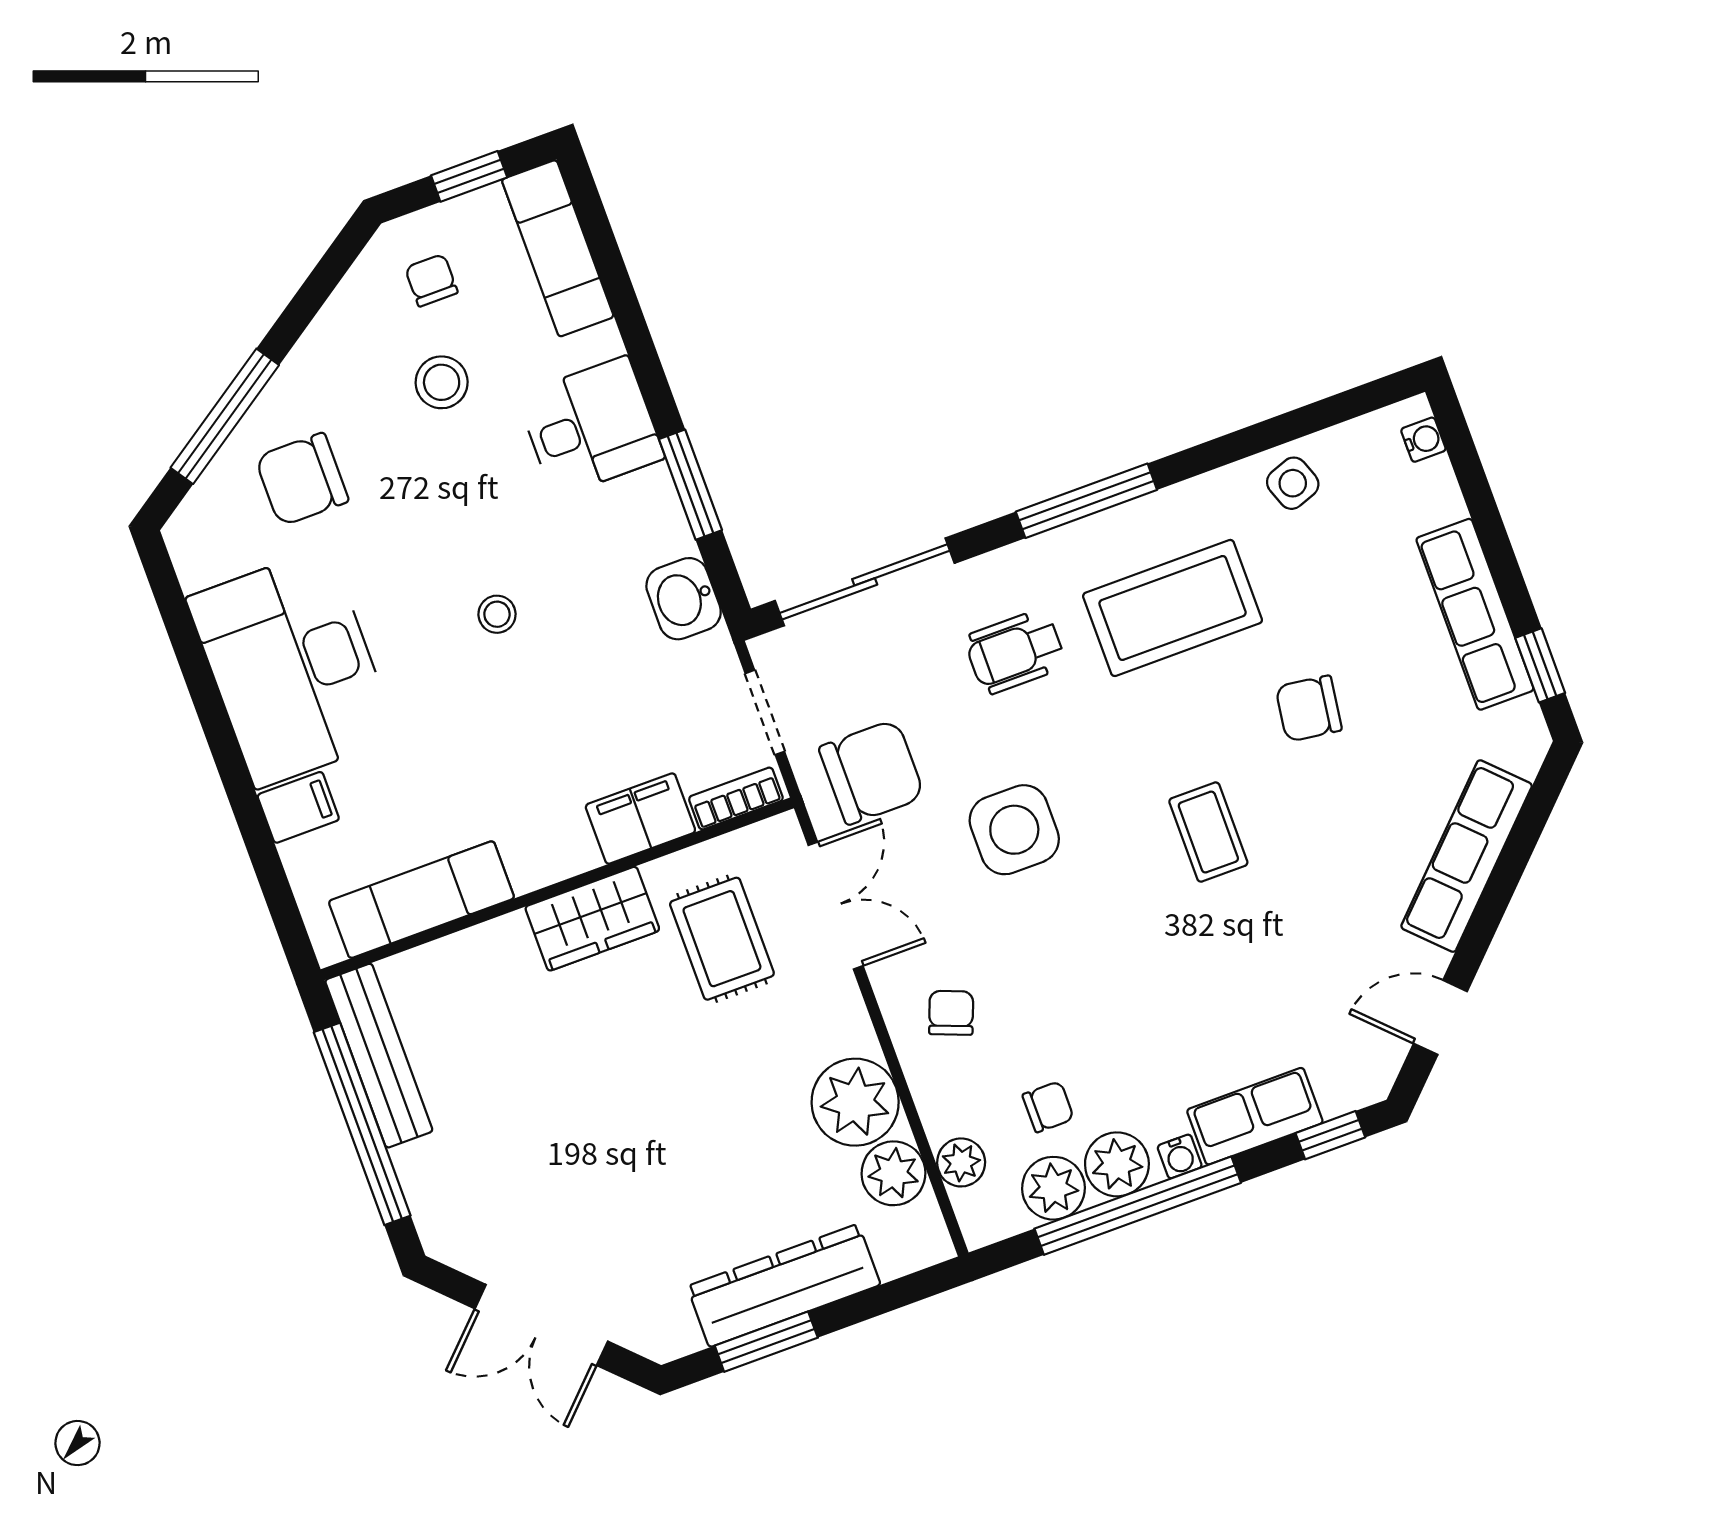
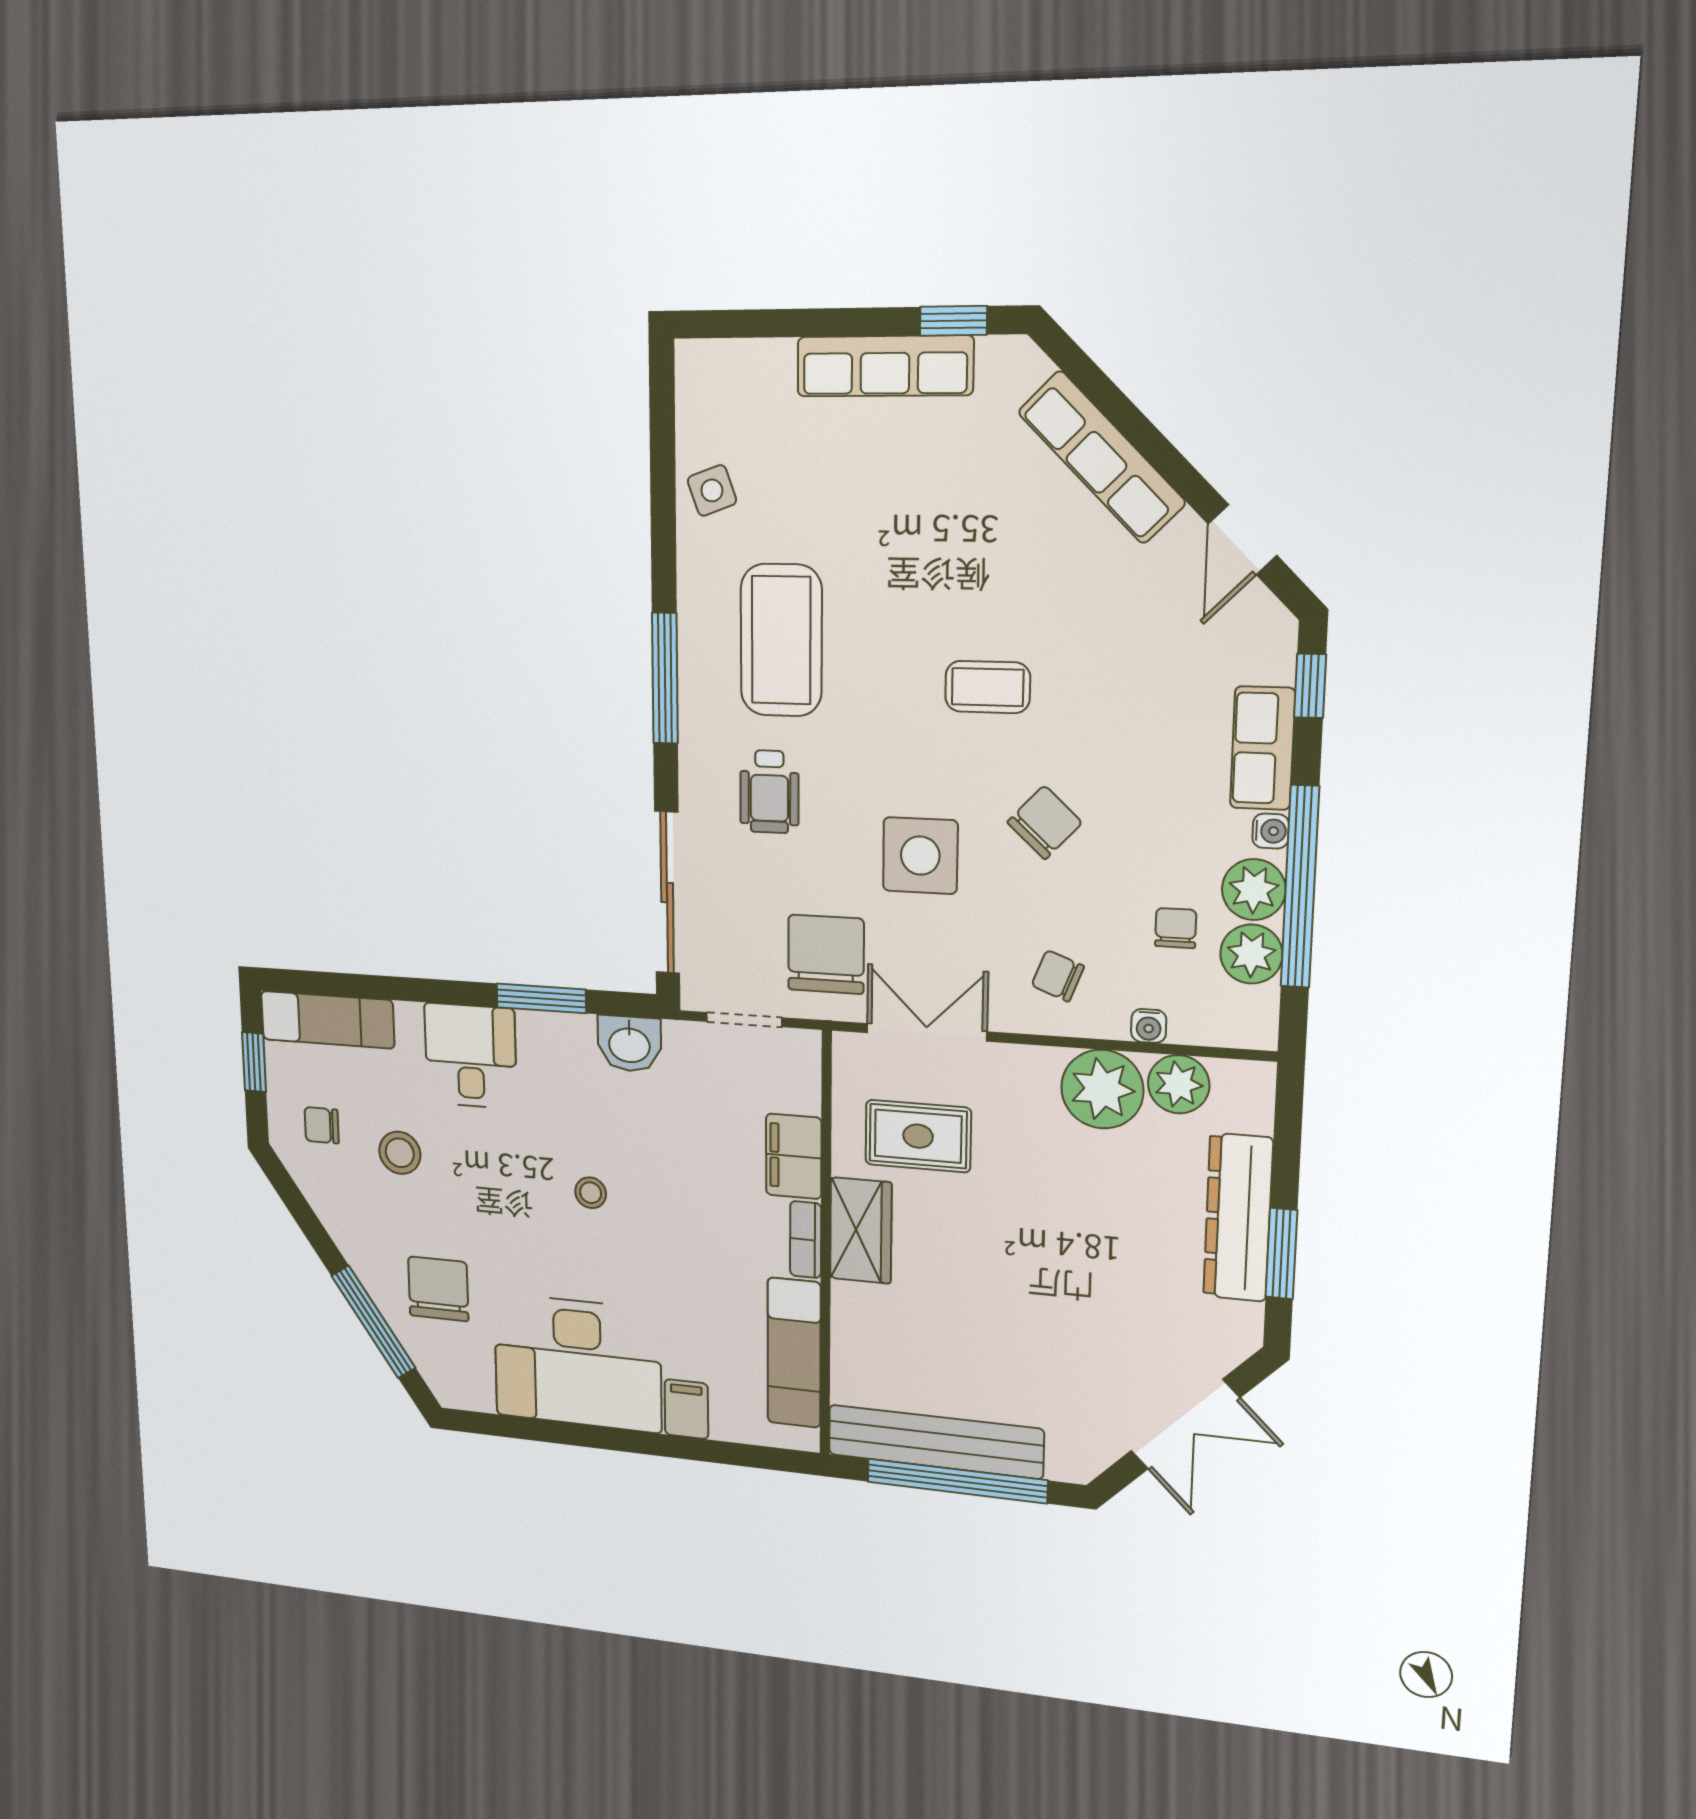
water cooler: (1423, 440) -> (1149, 1026), moved, turned 180
chair: (302, 479) -> (438, 1289), turned 180
chair: (1309, 708) -> (1045, 822), moved, turned -145
bookcase: (736, 798) -> (806, 1240), moved
bench: (379, 1056) -> (935, 1442), width x1.37, depth x1.21
plant: (961, 1162) -> (1194, 1023), removed

